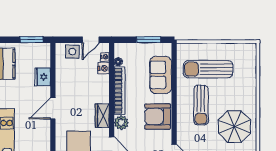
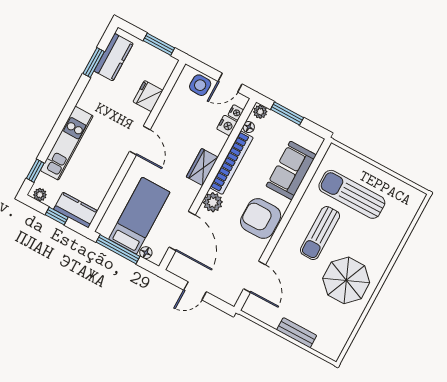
window: (149, 40) -> (287, 114), moved
plant: (120, 48) -> (260, 112), added
door: (53, 108) -> (140, 140), swing flipped
wardrobe: (102, 116) -> (202, 167), moved

